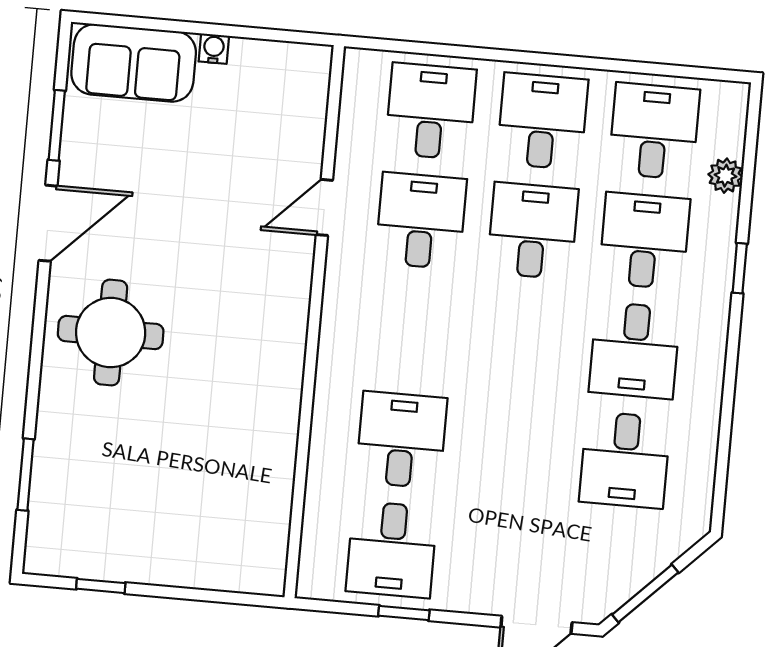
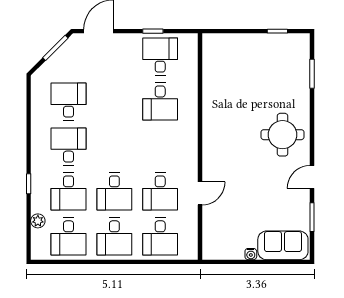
door: (48, 223) -> (312, 177), width x0.73

